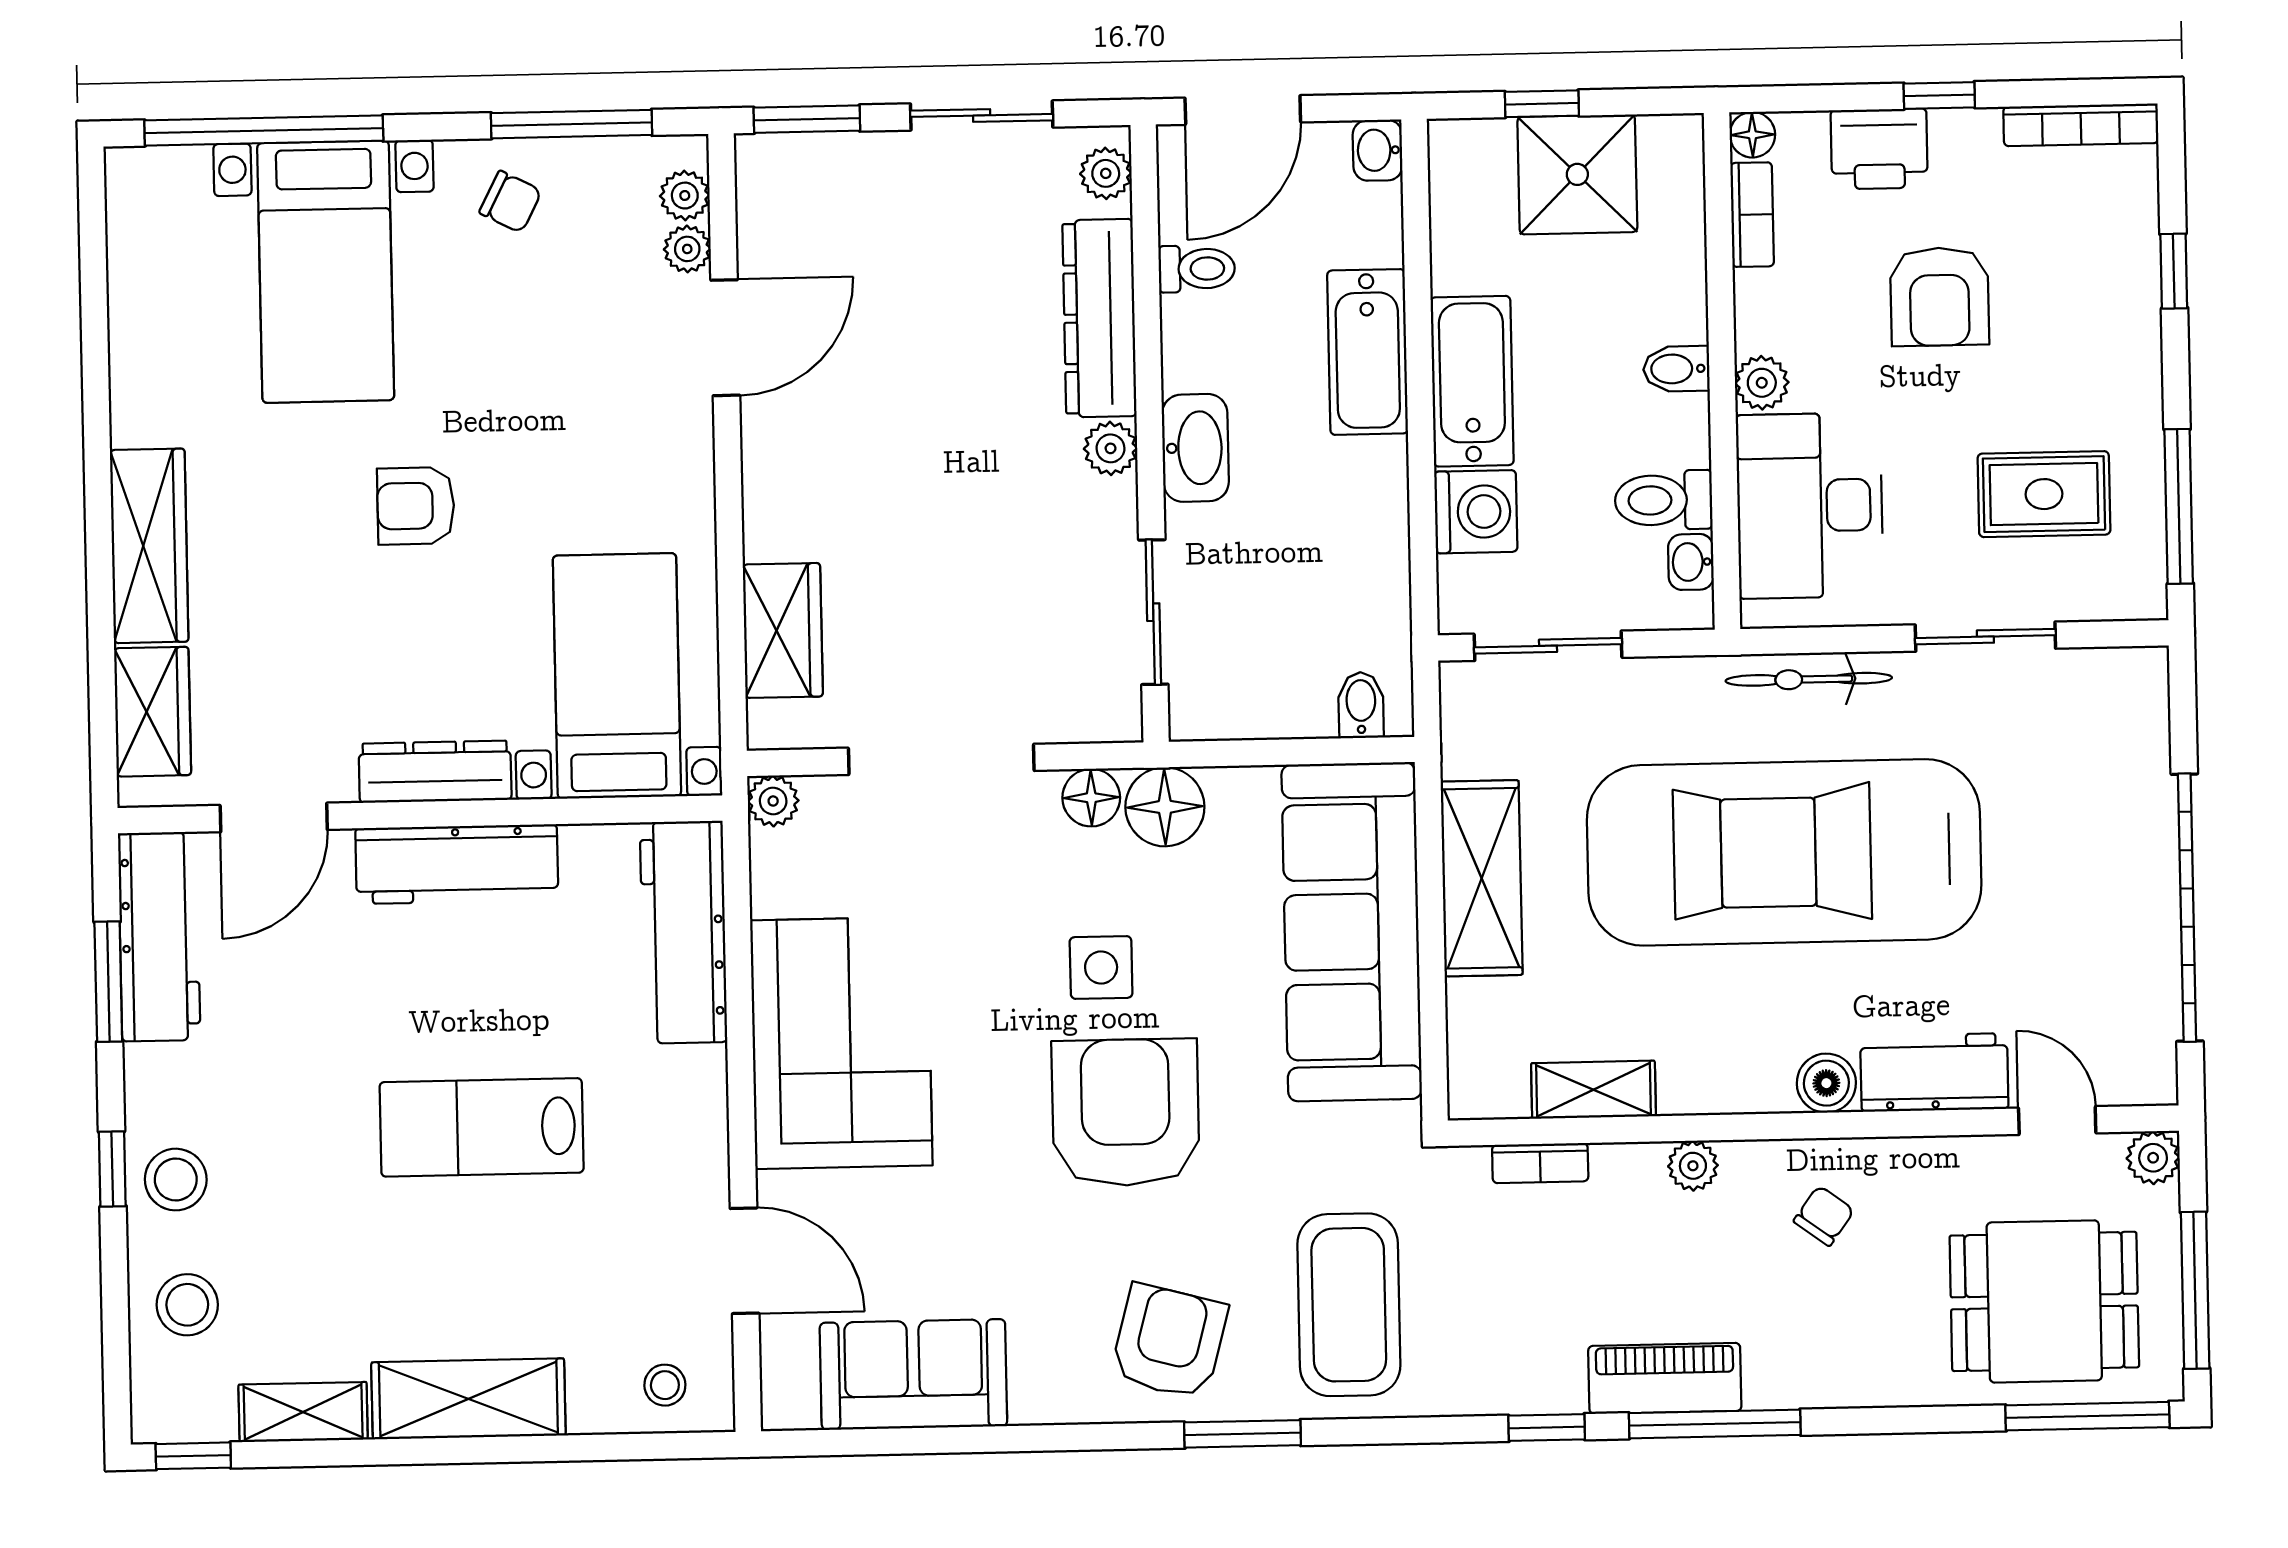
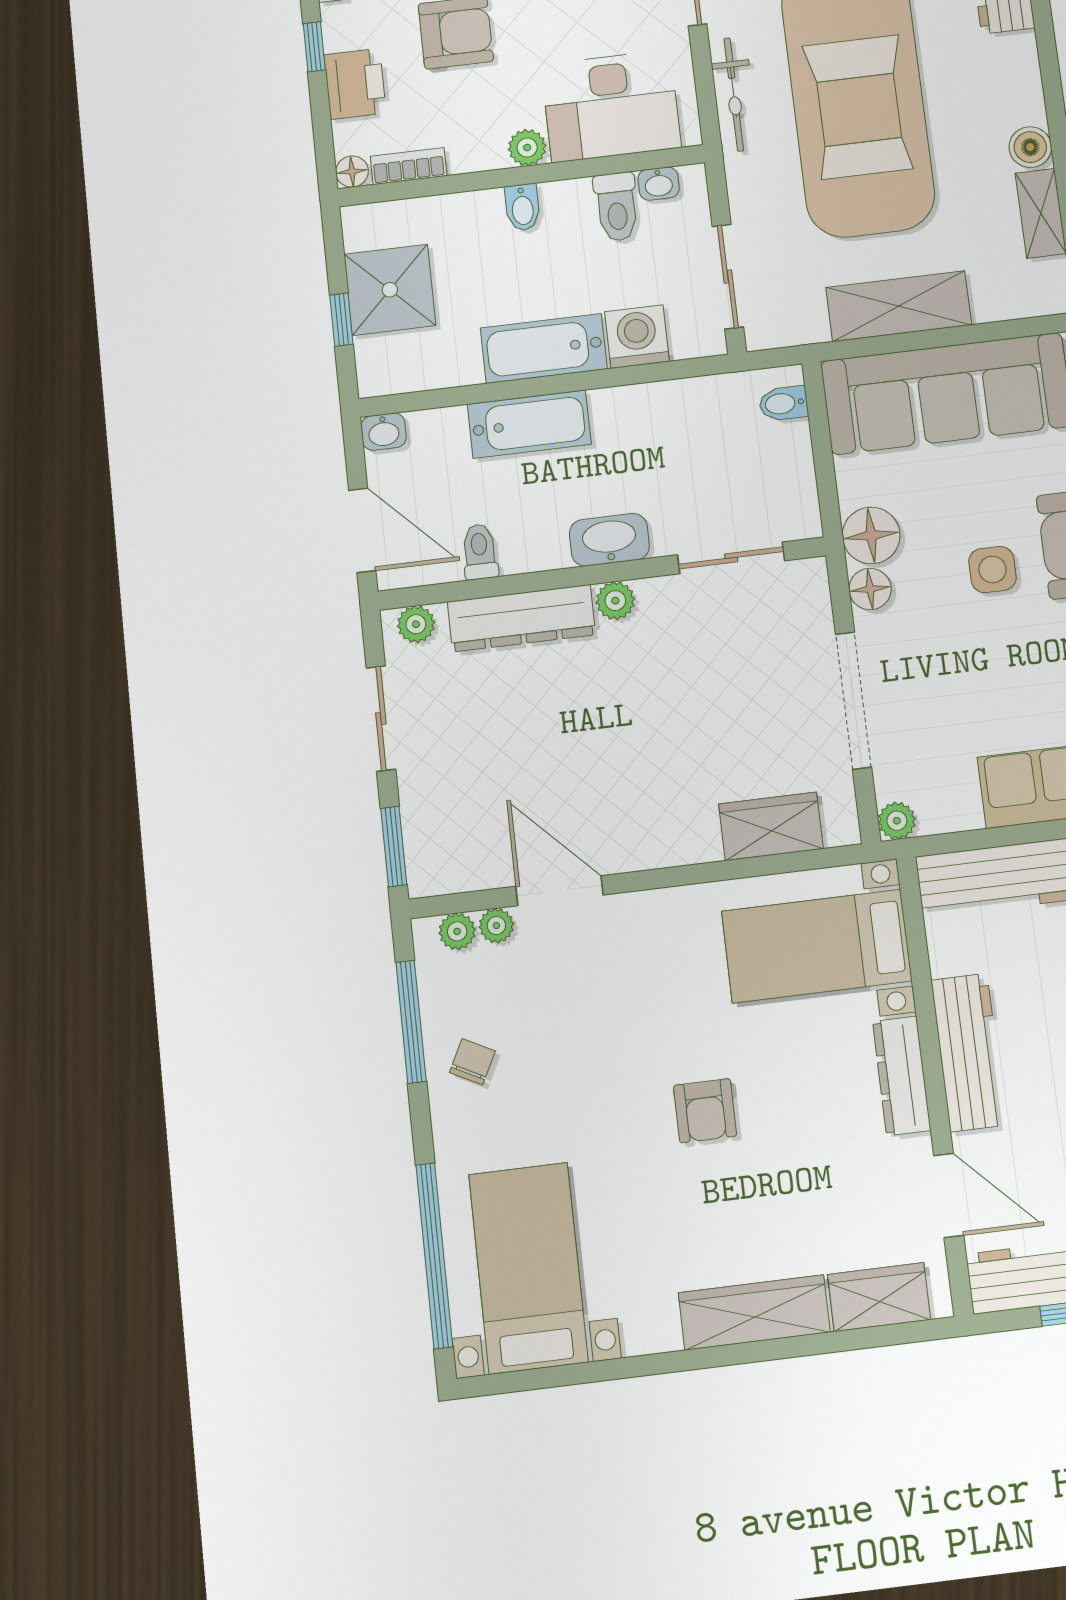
bed with nightstands: (326, 272) -> (528, 1268), moved, turned -90
boiler: (1826, 1083) -> (1030, 147), moved

